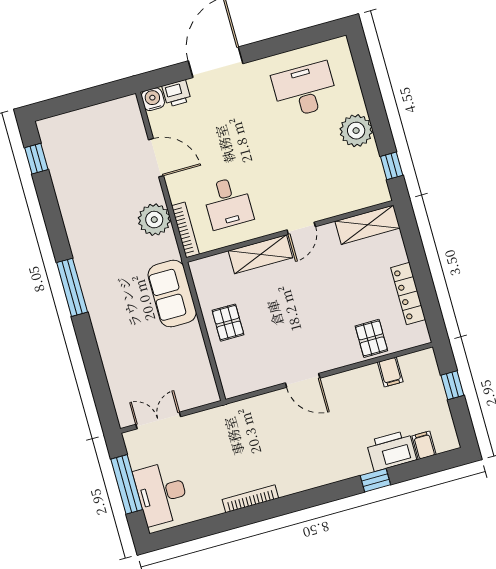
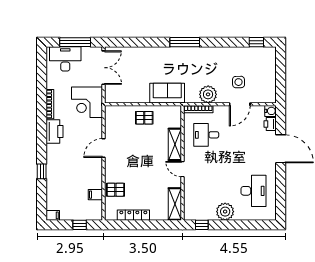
side table: (117, 171) -> (238, 82), added
double door: (158, 420) -> (104, 68), width x1.37
corner desk: (229, 433) -> (87, 102), added
filing cabinet: (424, 445) -> (53, 215), moved
printer: (391, 451) -> (55, 131), moved

